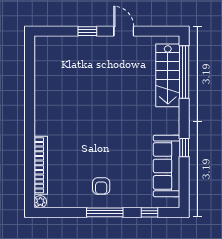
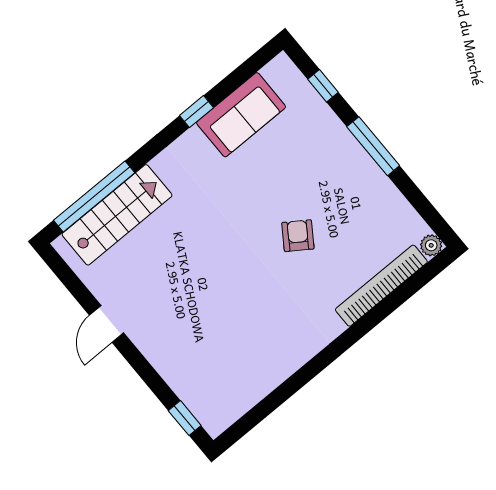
window: (87, 31) -> (185, 418), moved
sofa: (166, 166) -> (241, 115), width x0.73
armchair: (101, 186) -> (298, 236), moved, turned -56

